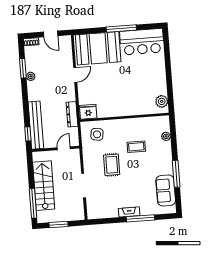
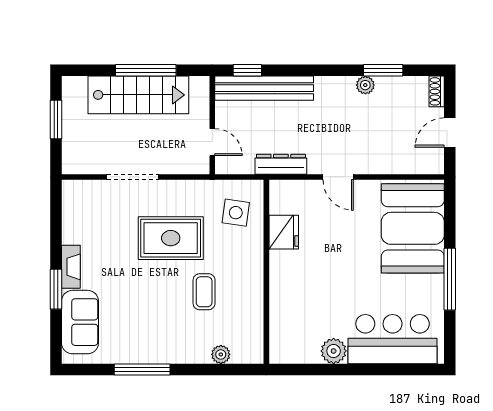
bar counter: (142, 42) -> (393, 339), moved, turned 90
door: (75, 75) -> (338, 177), moved
plant: (162, 101) -> (334, 351), moved
fridge: (88, 112) -> (284, 232), moved
rug: (112, 165) -> (171, 238), width x1.36, depth x1.43
sofa: (166, 190) -> (80, 322), moved, turned 90
window: (33, 203) -> (146, 70), moved
window: (140, 218) -> (56, 289), width x0.69

